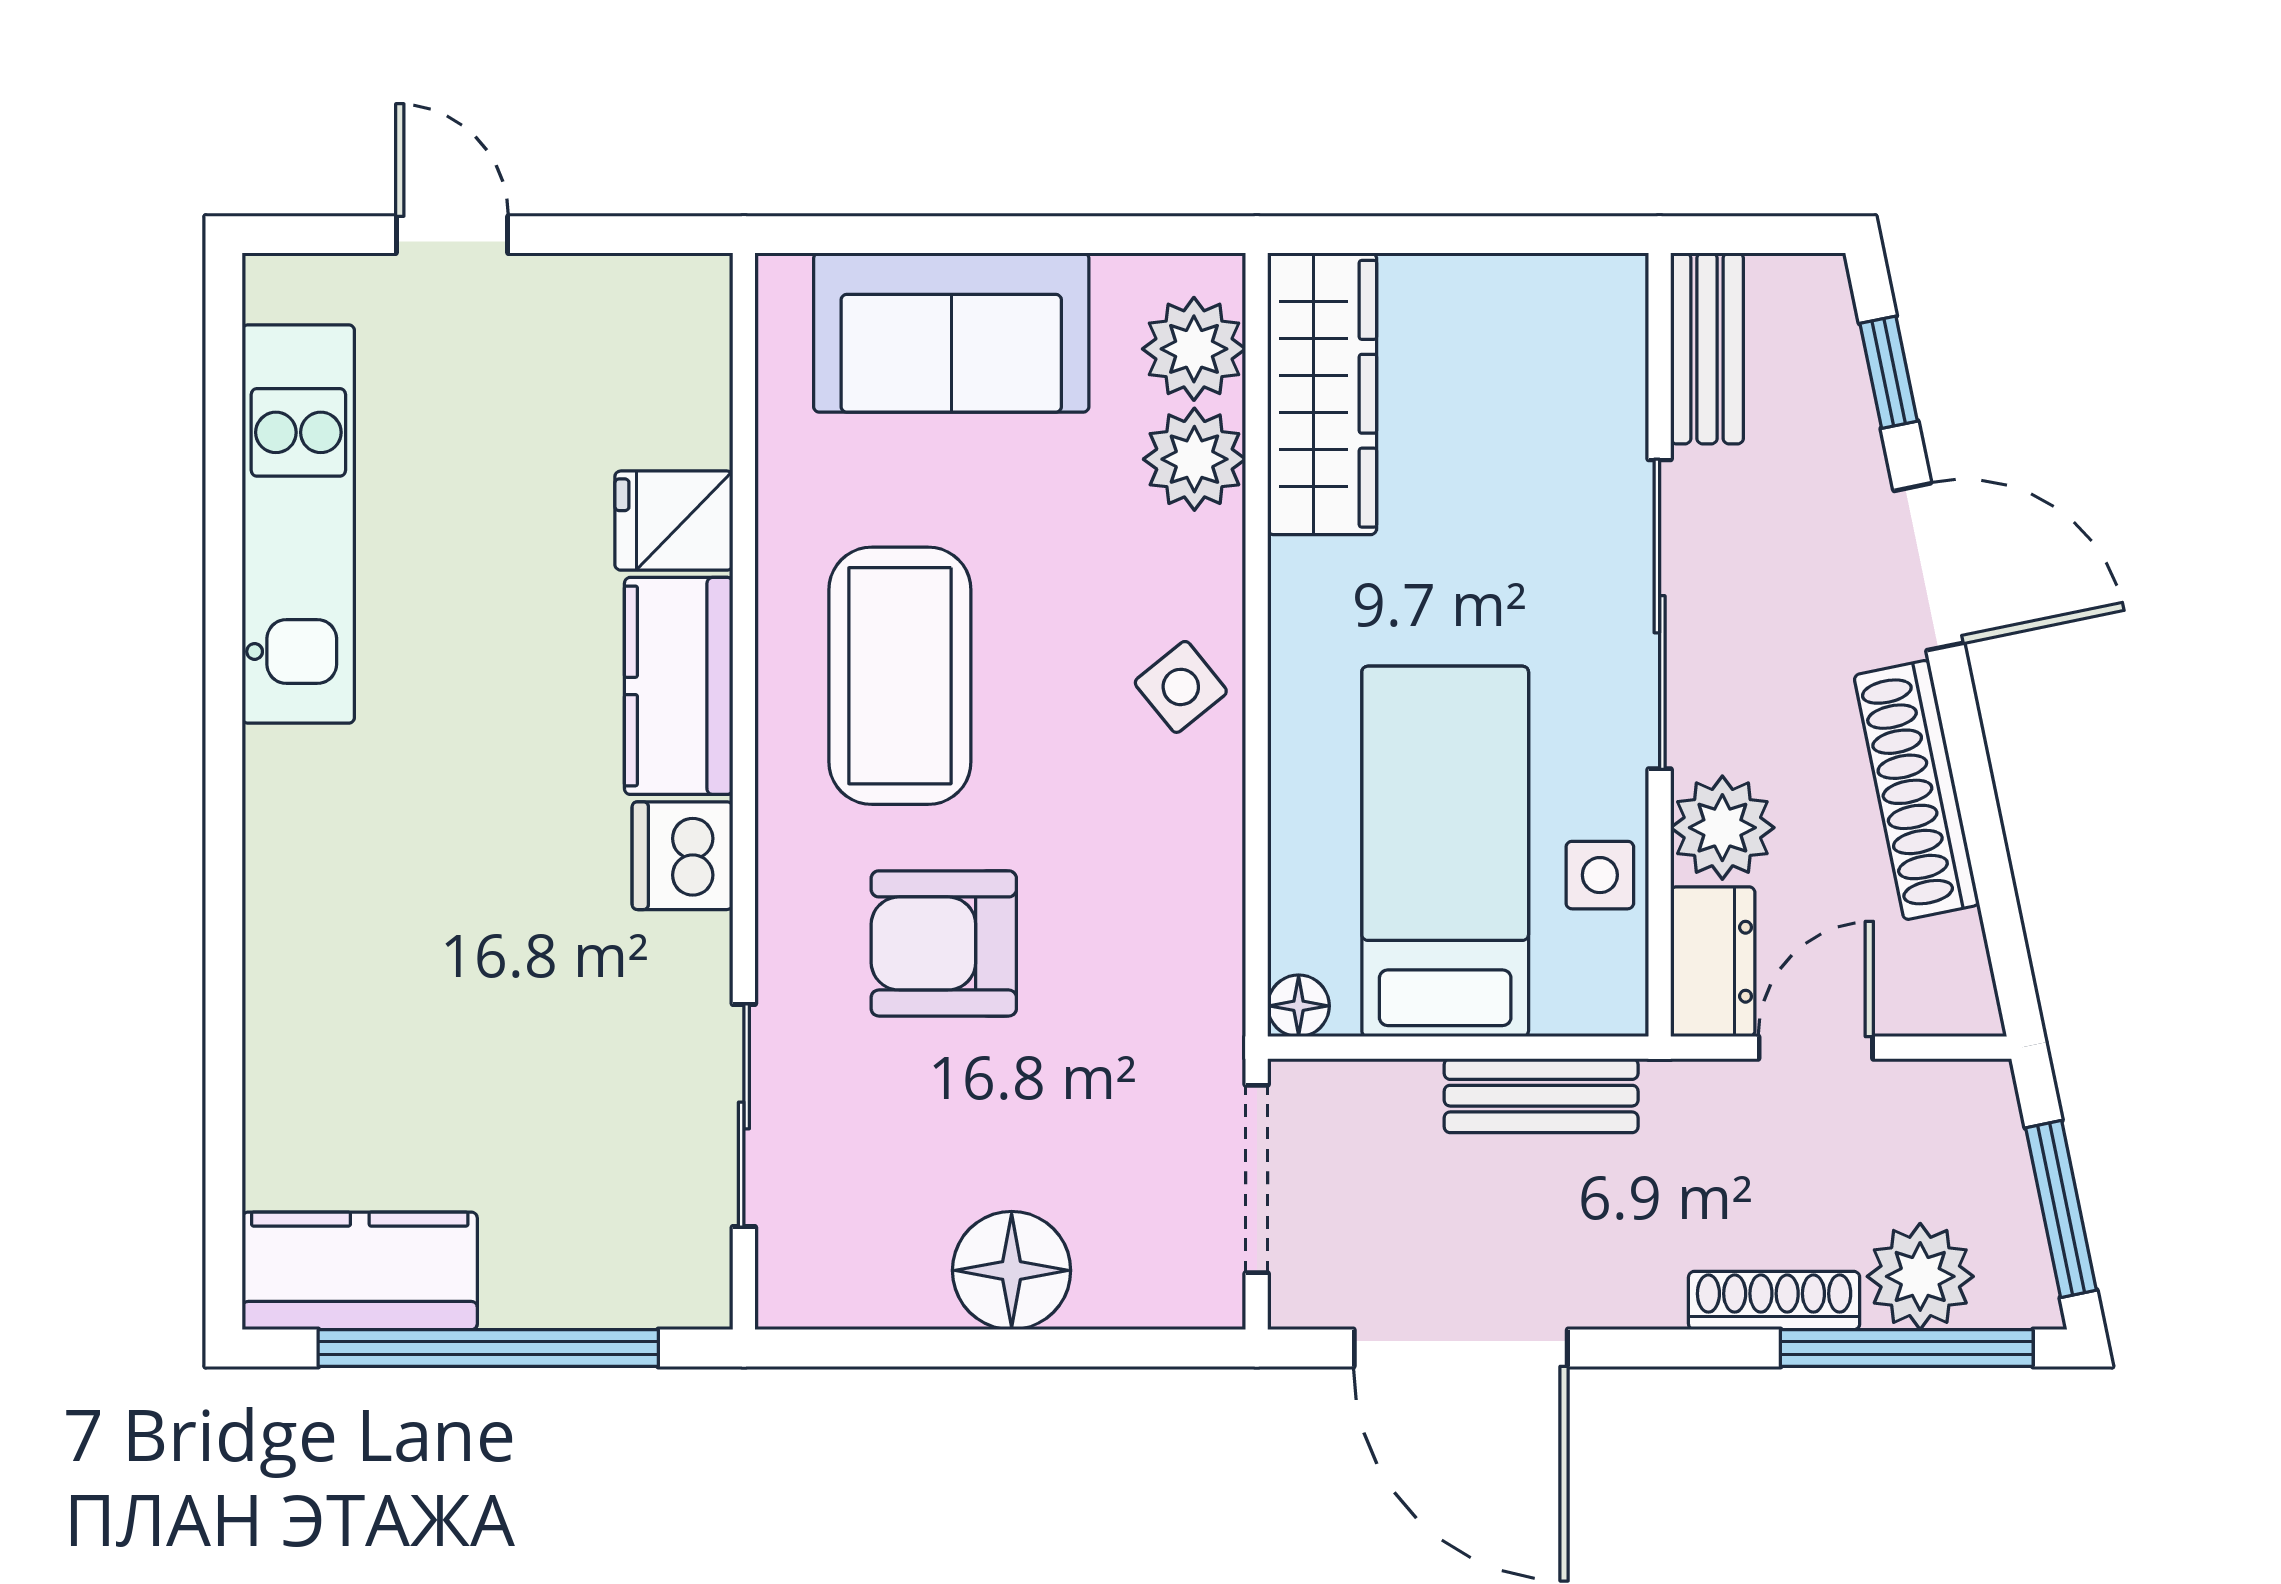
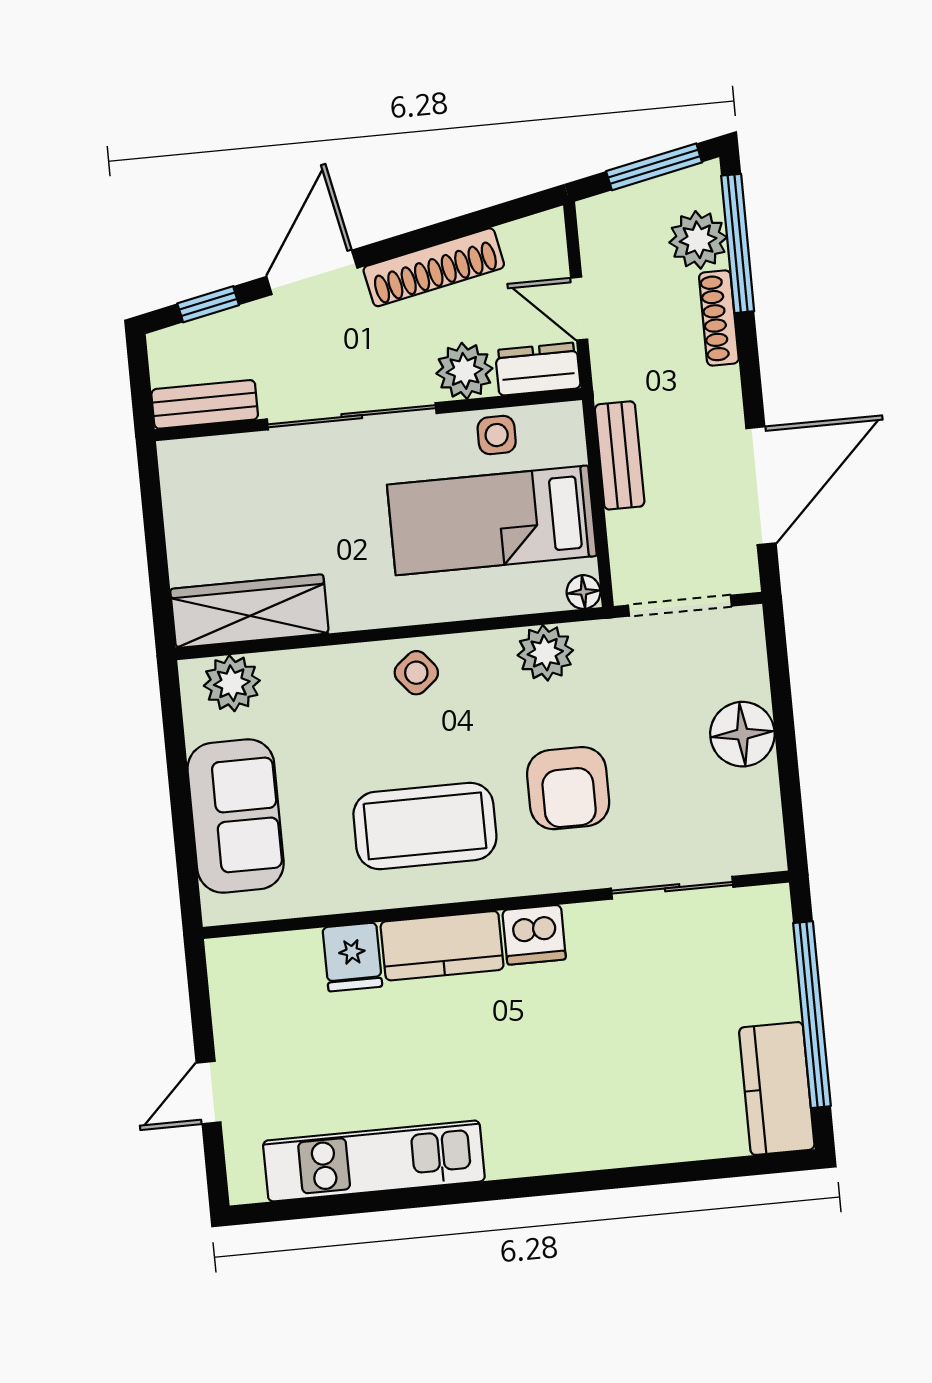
plant: (1194, 459) -> (545, 653), moved

